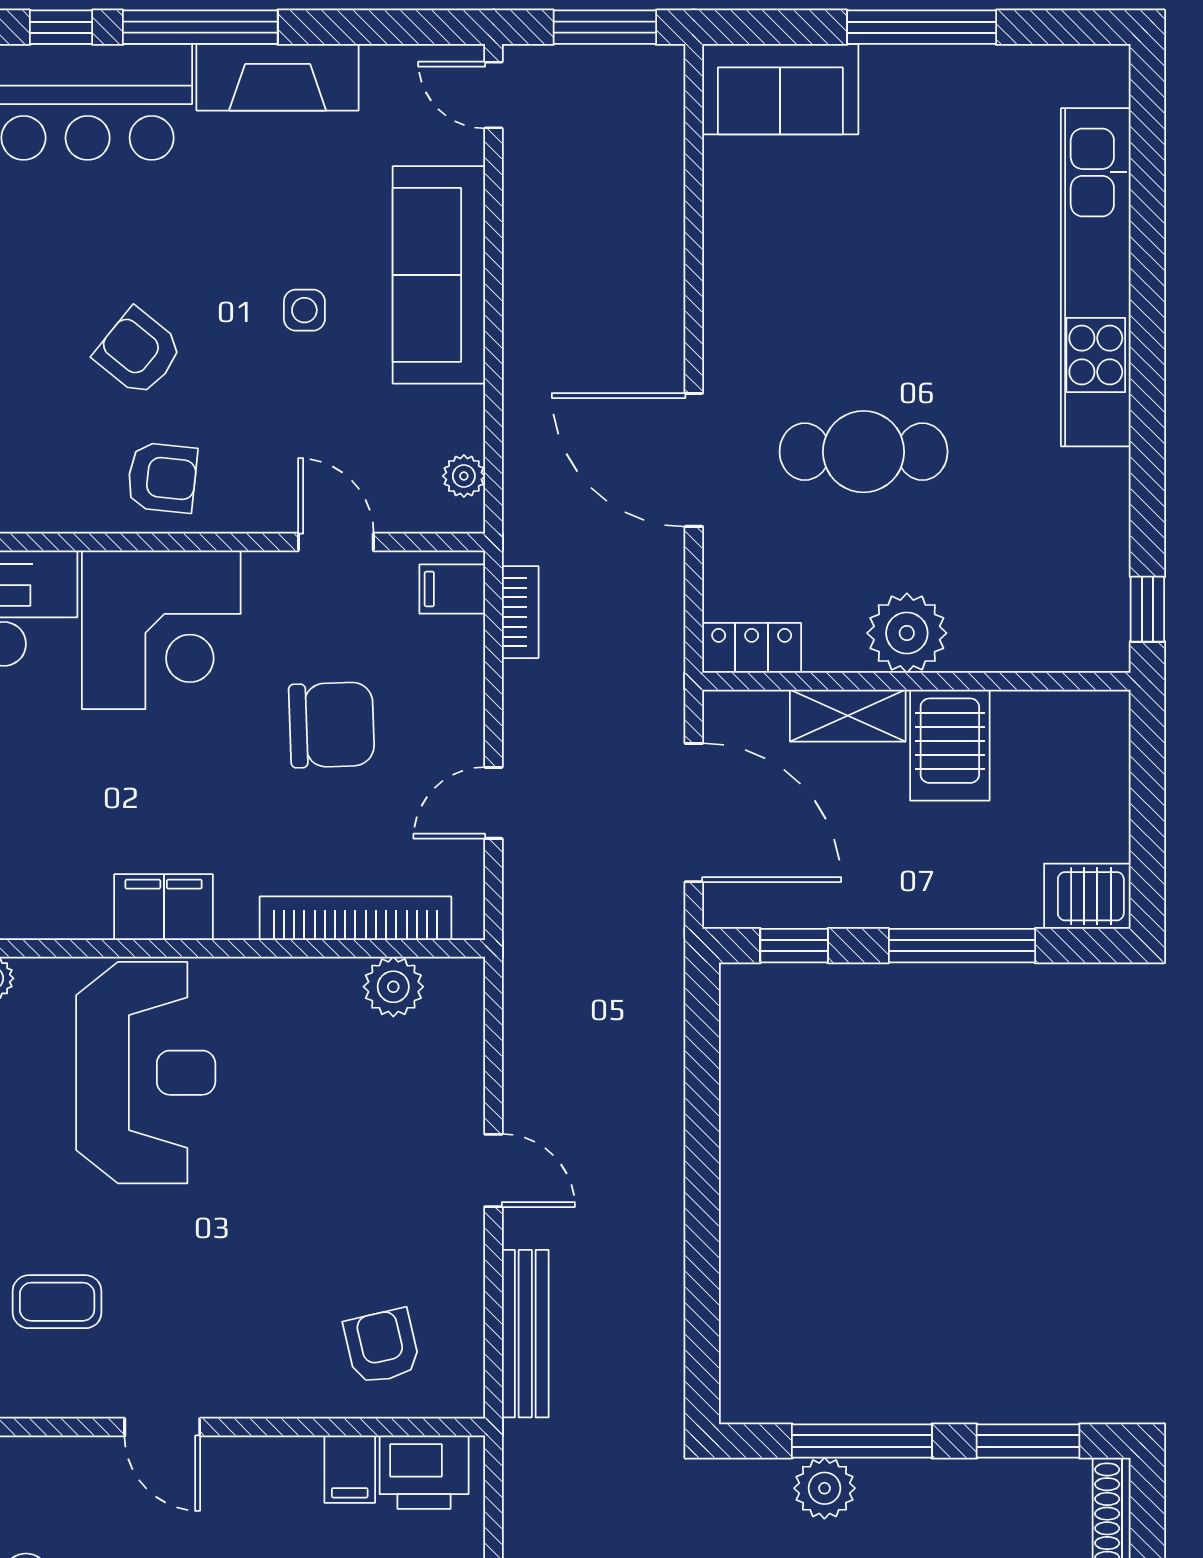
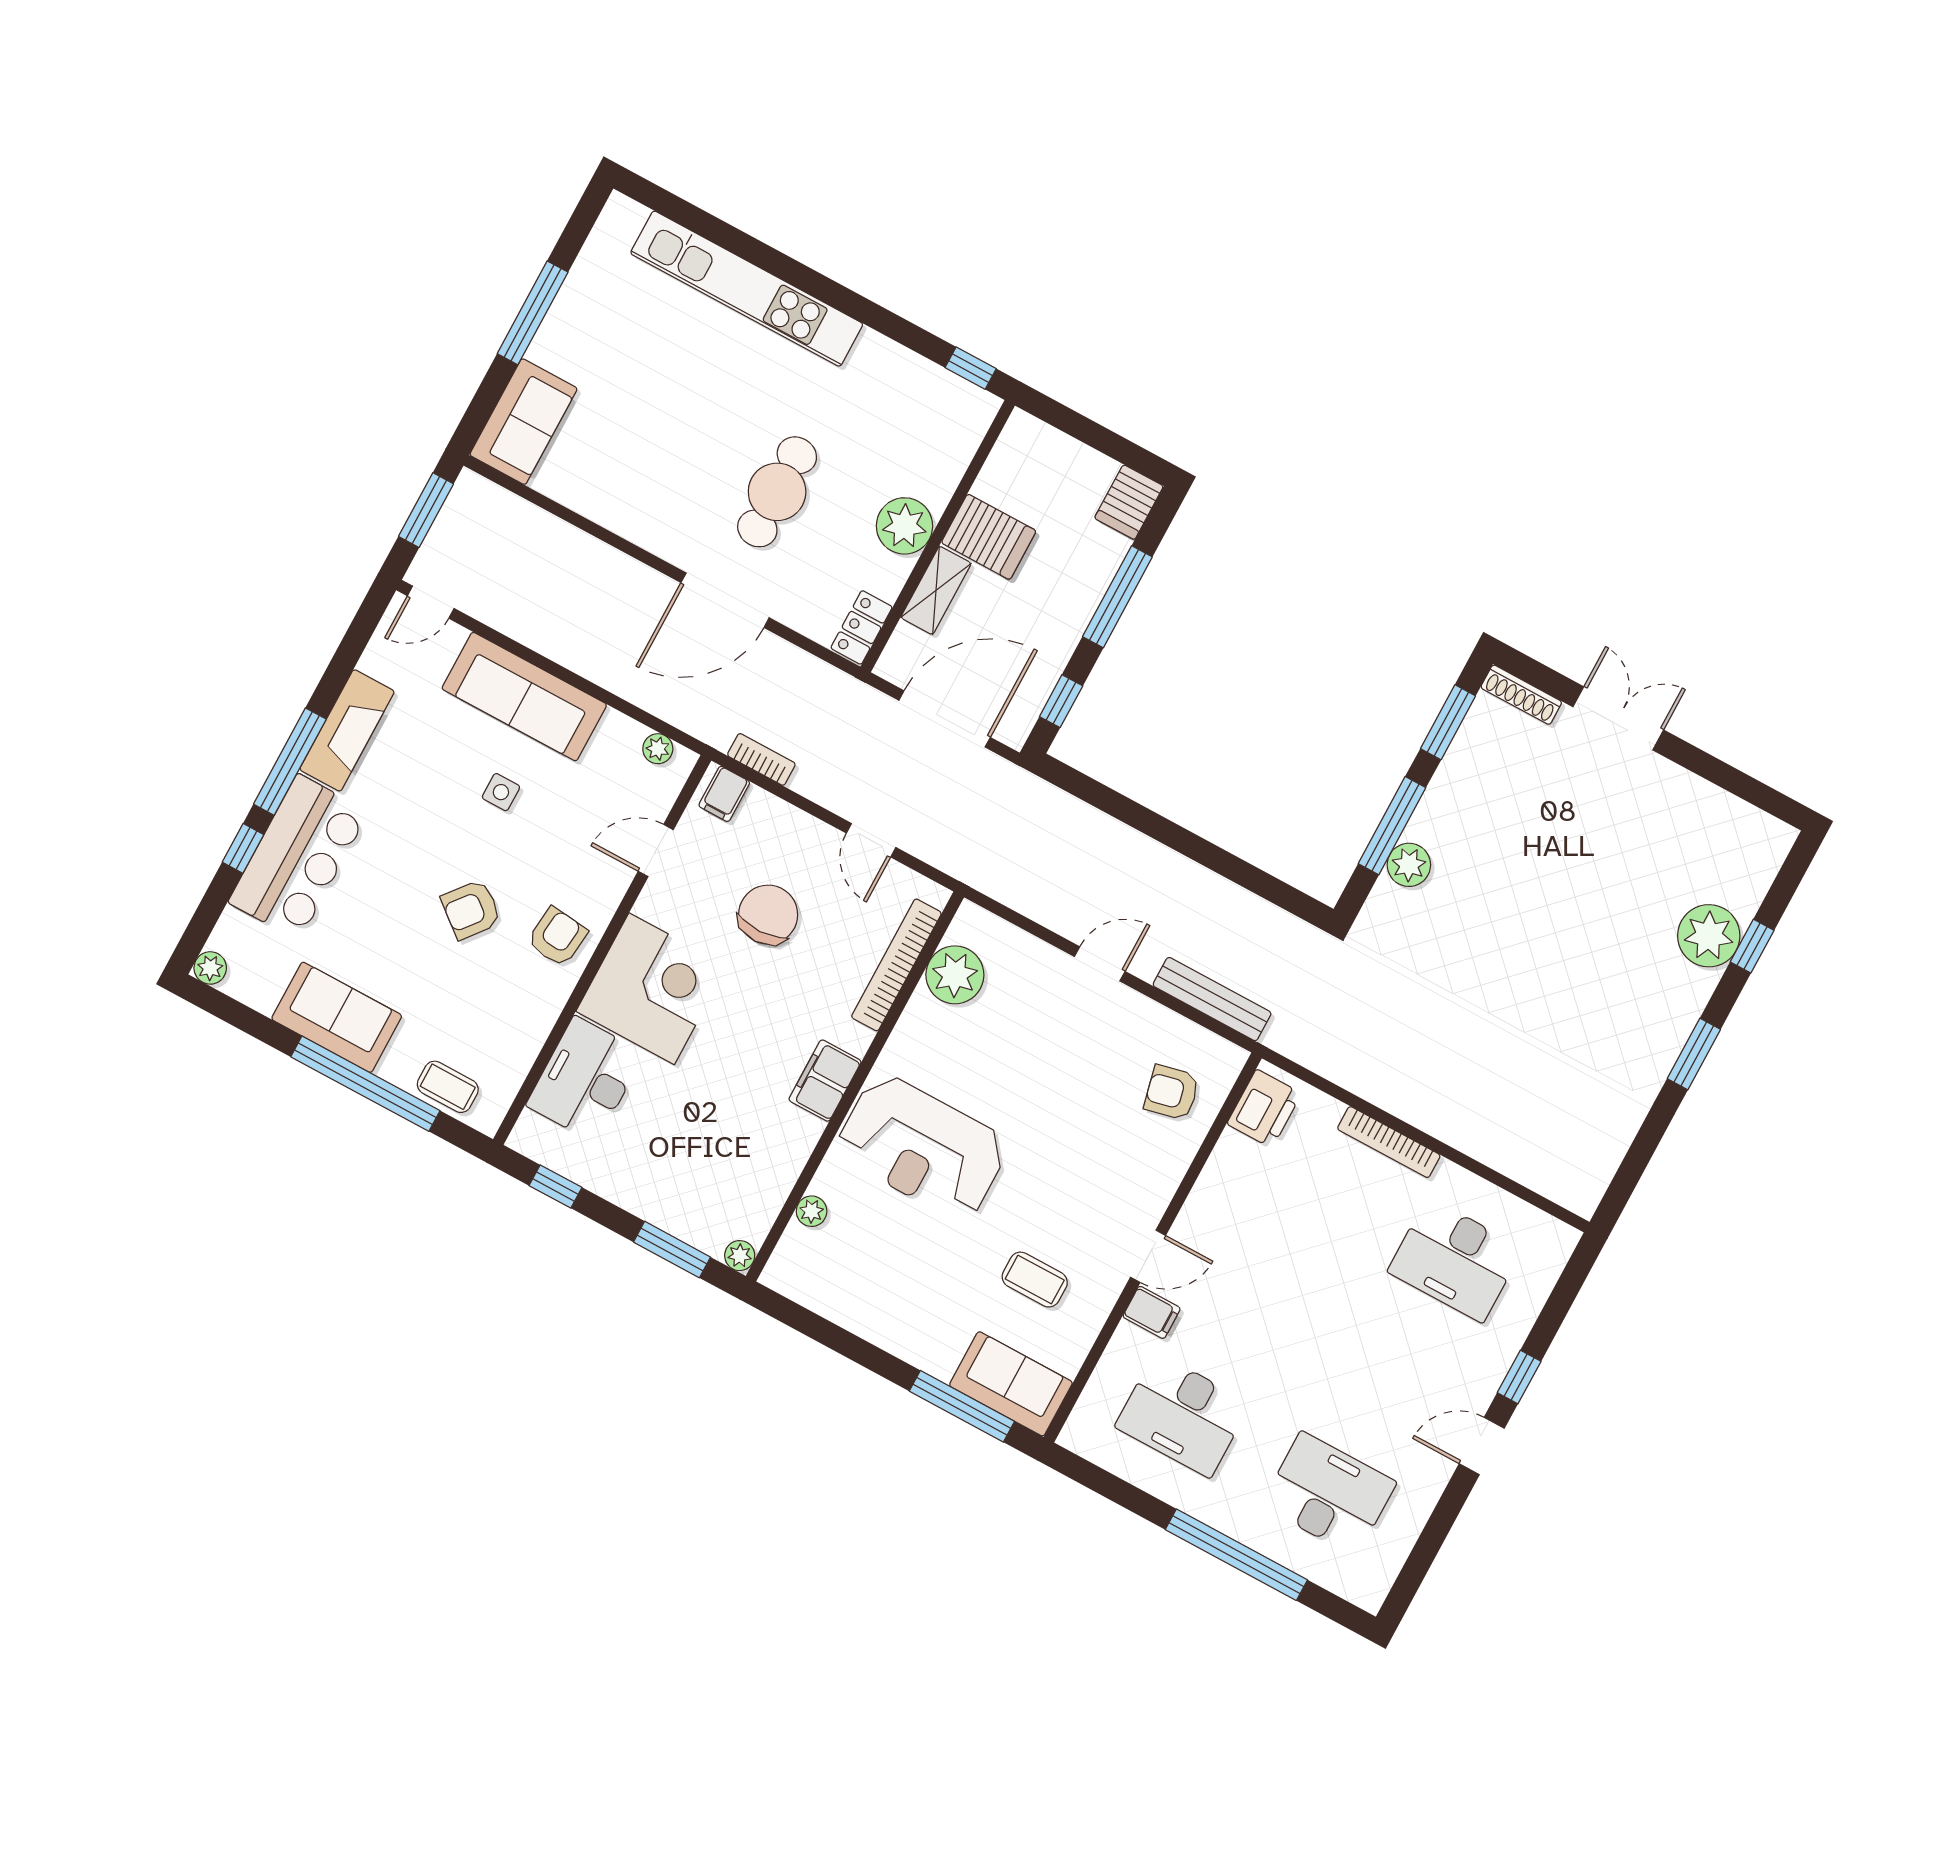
plant: (393, 987) -> (955, 975), width x1.36, depth x1.36
reception desk: (146, 1073) -> (922, 1147), turned 180
coffee table: (57, 1302) -> (1035, 1280), turned 90
filing cabinet: (350, 1469) -> (1152, 1312), moved

